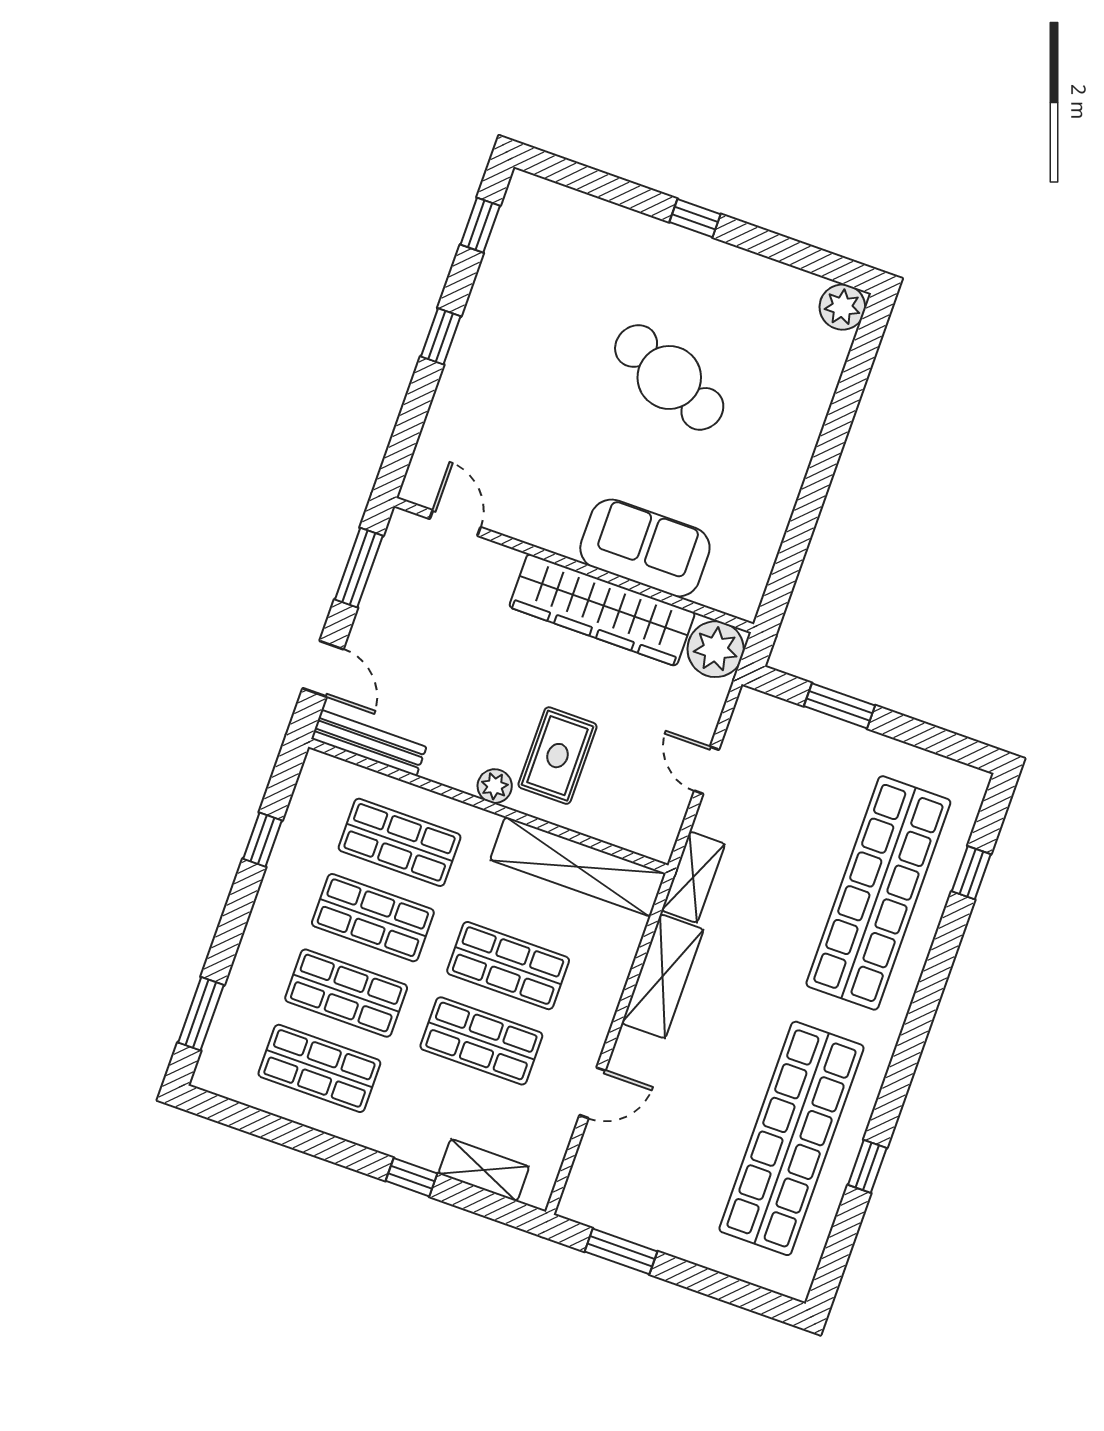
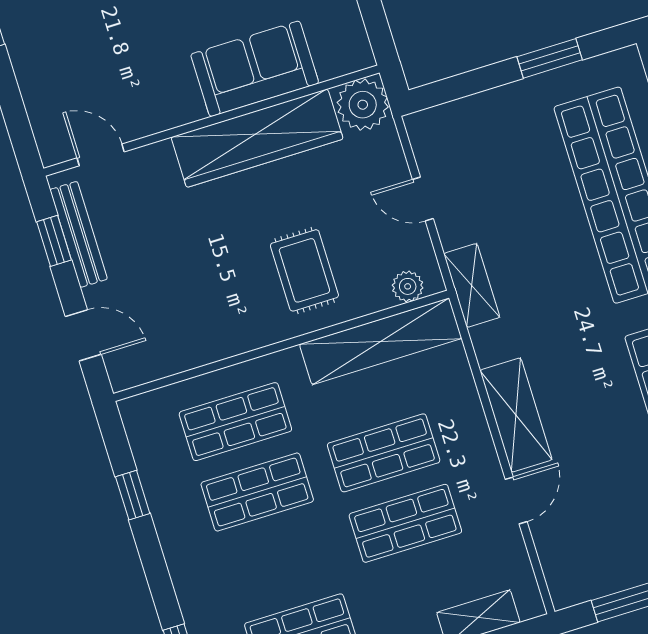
window: (359, 568) -> (54, 241), width x0.67
window: (839, 706) -> (550, 58), moved
bench: (369, 743) -> (79, 234), moved, turned 90
plant: (495, 786) -> (408, 286), moved
shelving: (663, 976) -> (516, 415), moved
shop shelf: (346, 993) -> (279, 562), removed

